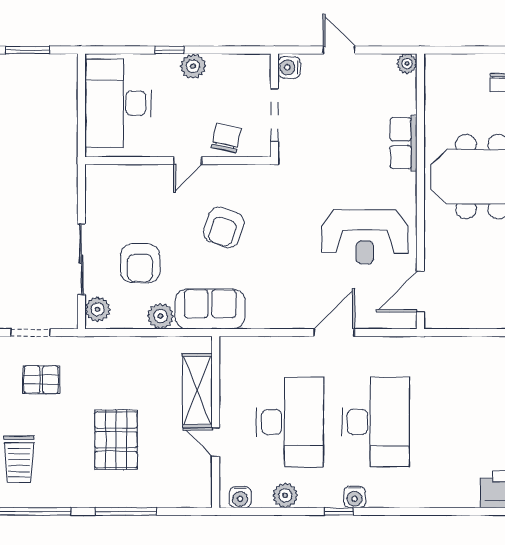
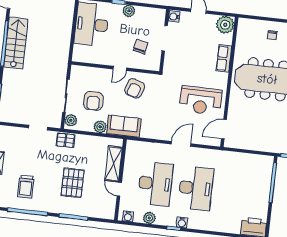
plant: (407, 63) -> (225, 25), width x1.87, depth x1.87
wall: (178, 161) -> (115, 68), moved
door: (188, 161) -> (120, 68), moved
pallet: (41, 380) -> (66, 140), moved

